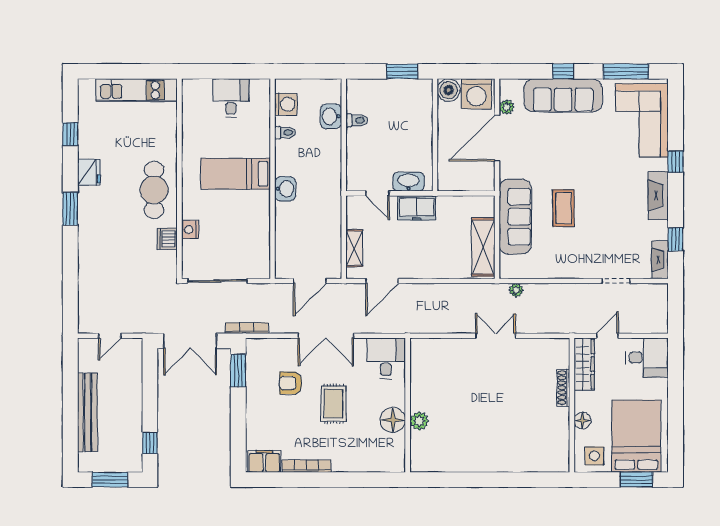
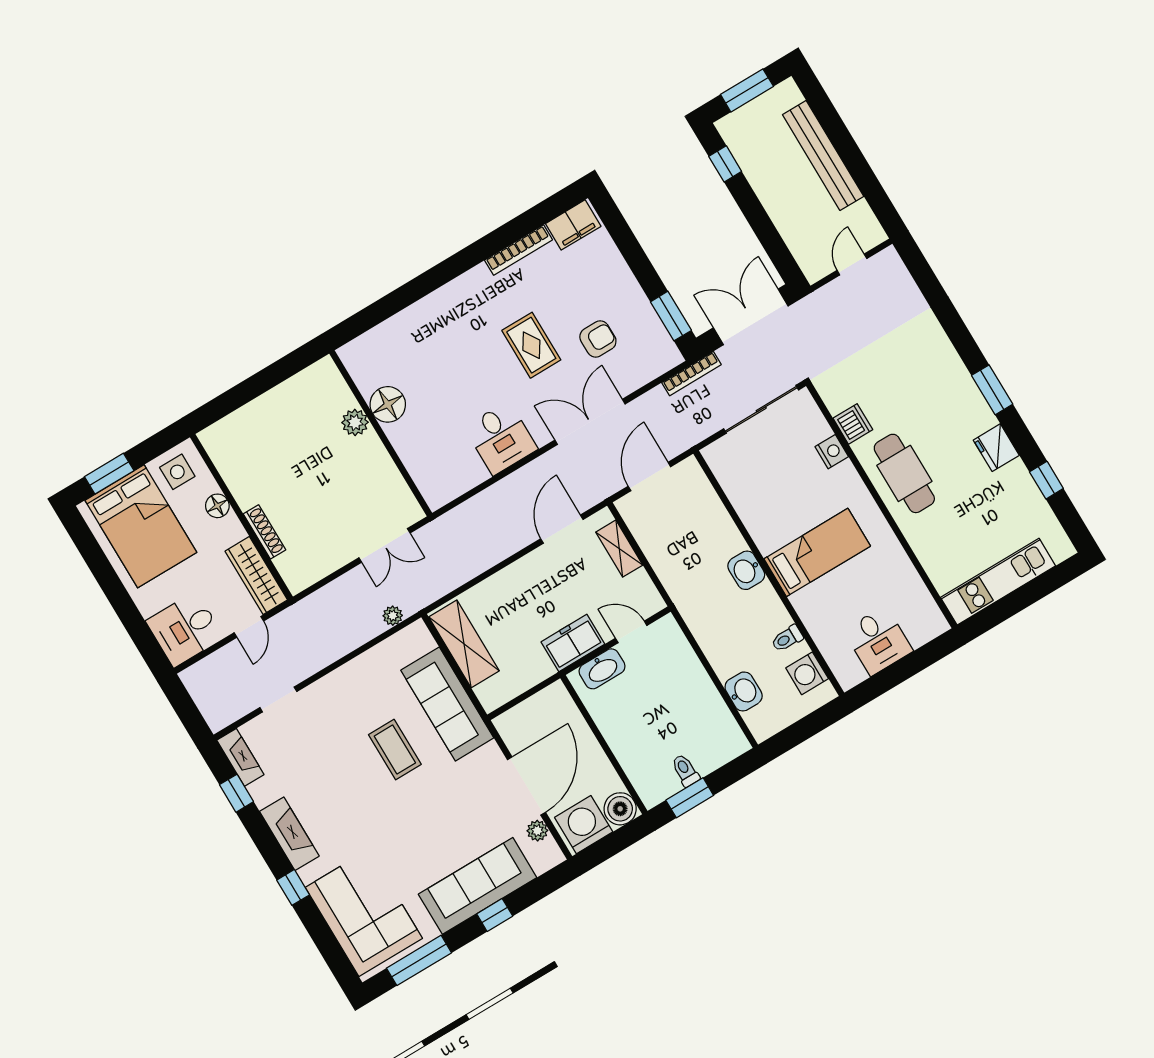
toilet: (357, 120) -> (685, 770), moved, turned 90
wall: (408, 405) -> (381, 433), moved
floor lamp: (393, 420) -> (388, 404), moved
plant: (419, 421) -> (355, 422), moved

